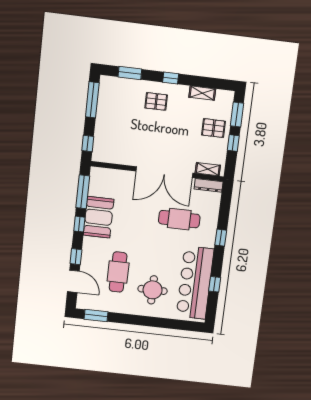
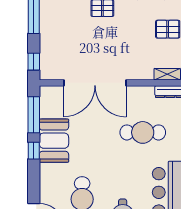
double door: (164, 172) -> (95, 83), moved
window: (76, 257) -> (34, 187), removed

